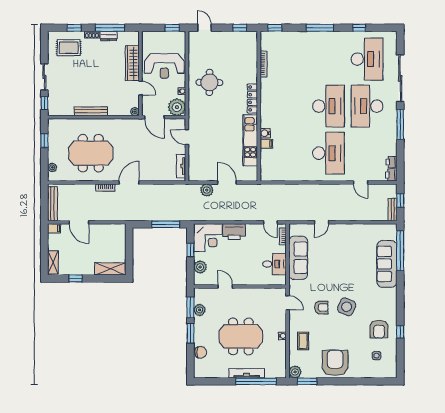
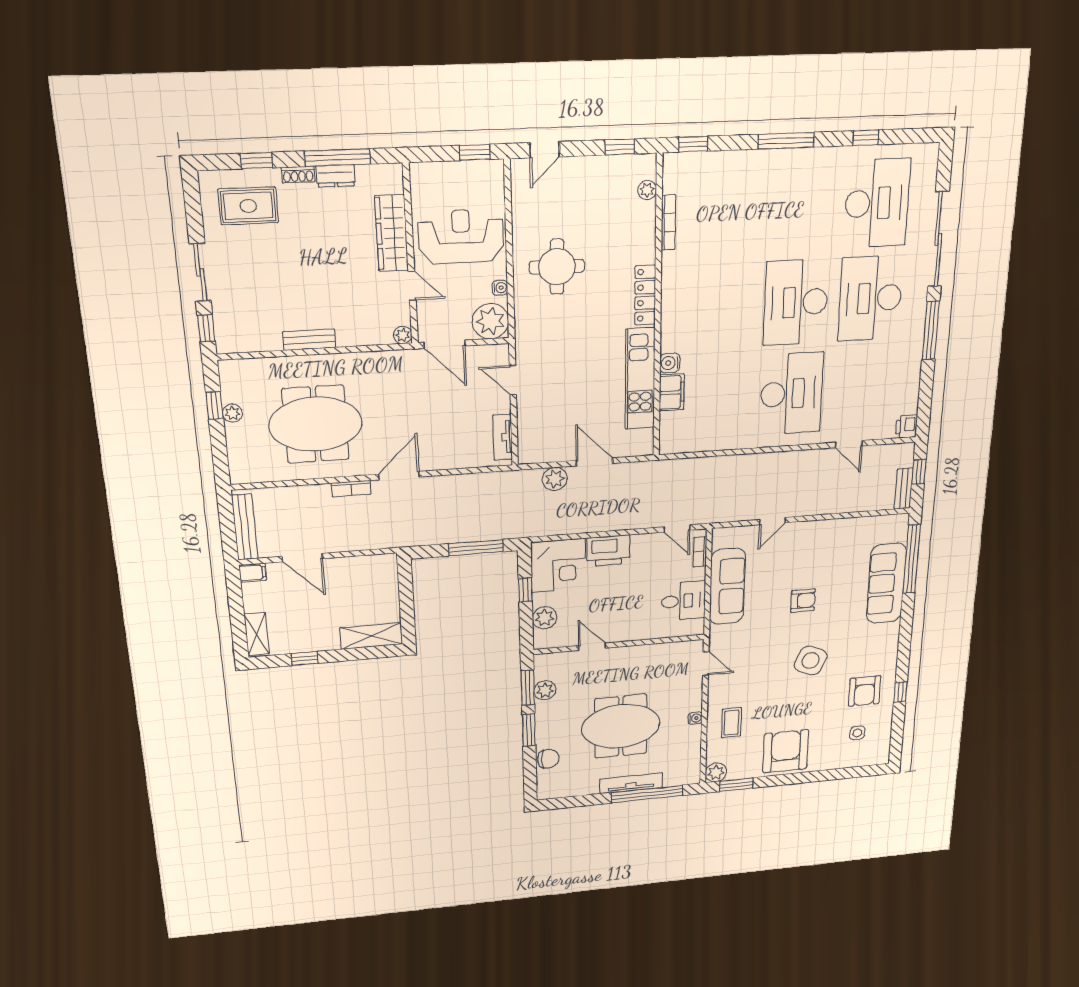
door: (204, 28) -> (544, 150), swing flipped
plant: (253, 48) -> (647, 190), added
reception desk: (164, 66) -> (461, 236), turned 180
desk: (328, 106) -> (796, 302), turned 180
bench: (91, 111) -> (309, 340), width x0.73
filing cabinet: (266, 144) -> (672, 392), width x2.00
printer: (392, 162) -> (909, 403), removed
plant: (52, 167) -> (232, 413), moved
armchair: (321, 308) -> (803, 601), moved

